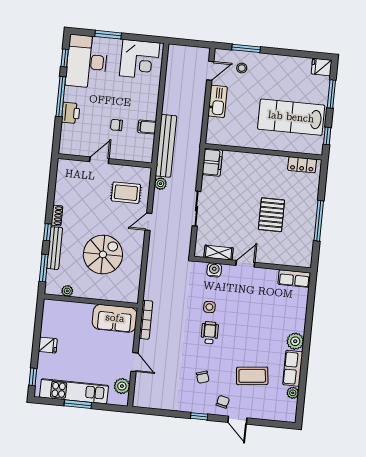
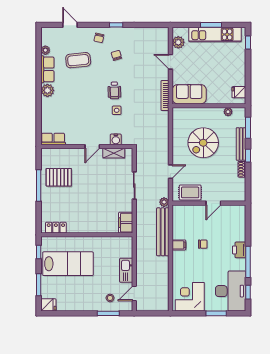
door: (99, 160) -> (213, 203), moved
wall: (105, 161) -> (209, 203), moved
pallet: (271, 215) -> (59, 177), moved, turned 90
fridge: (48, 345) -> (239, 92), moved
door: (237, 420) -> (70, 25), moved

